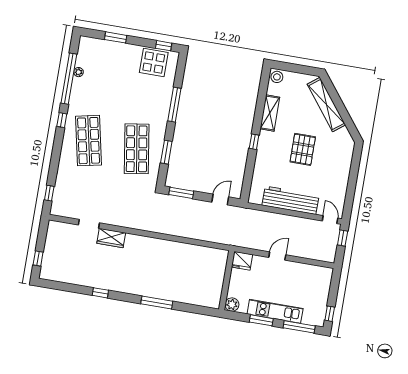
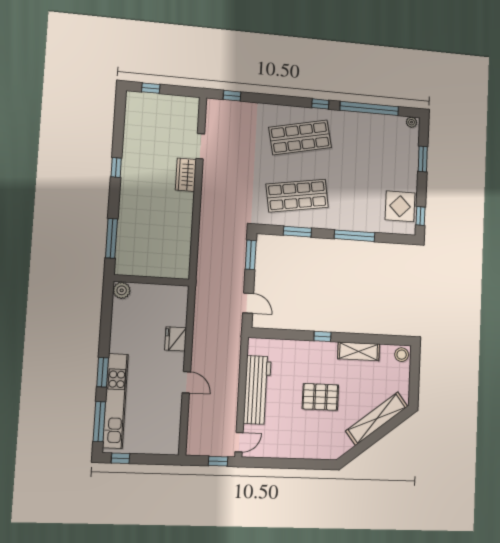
plant: (79, 72) -> (412, 122), moved
wall: (227, 280) -> (152, 280), moved
plant: (232, 305) -> (122, 290), moved
kitchen unit: (275, 311) -> (115, 401), width x1.36

